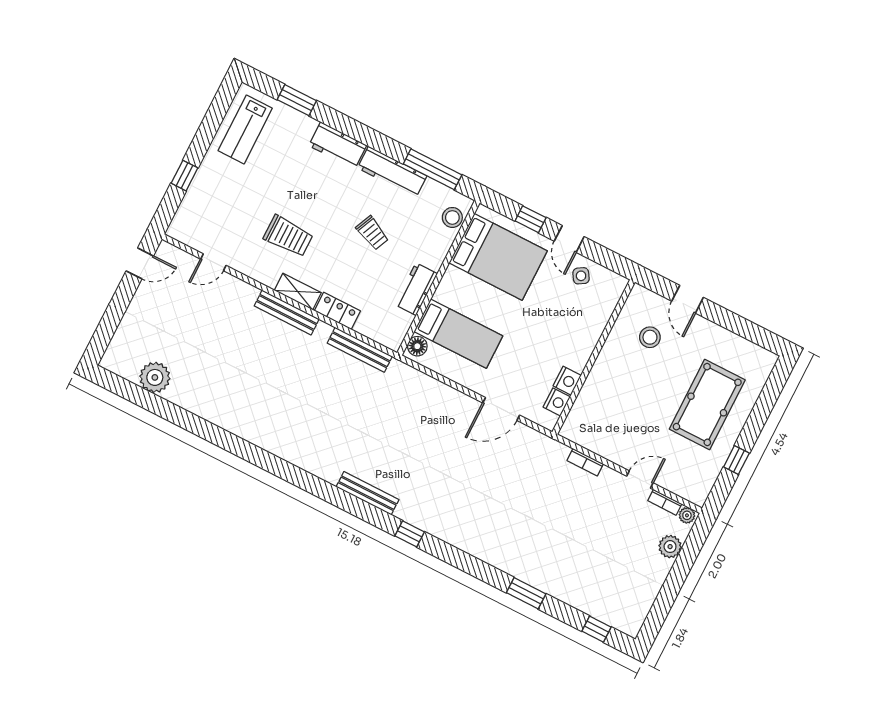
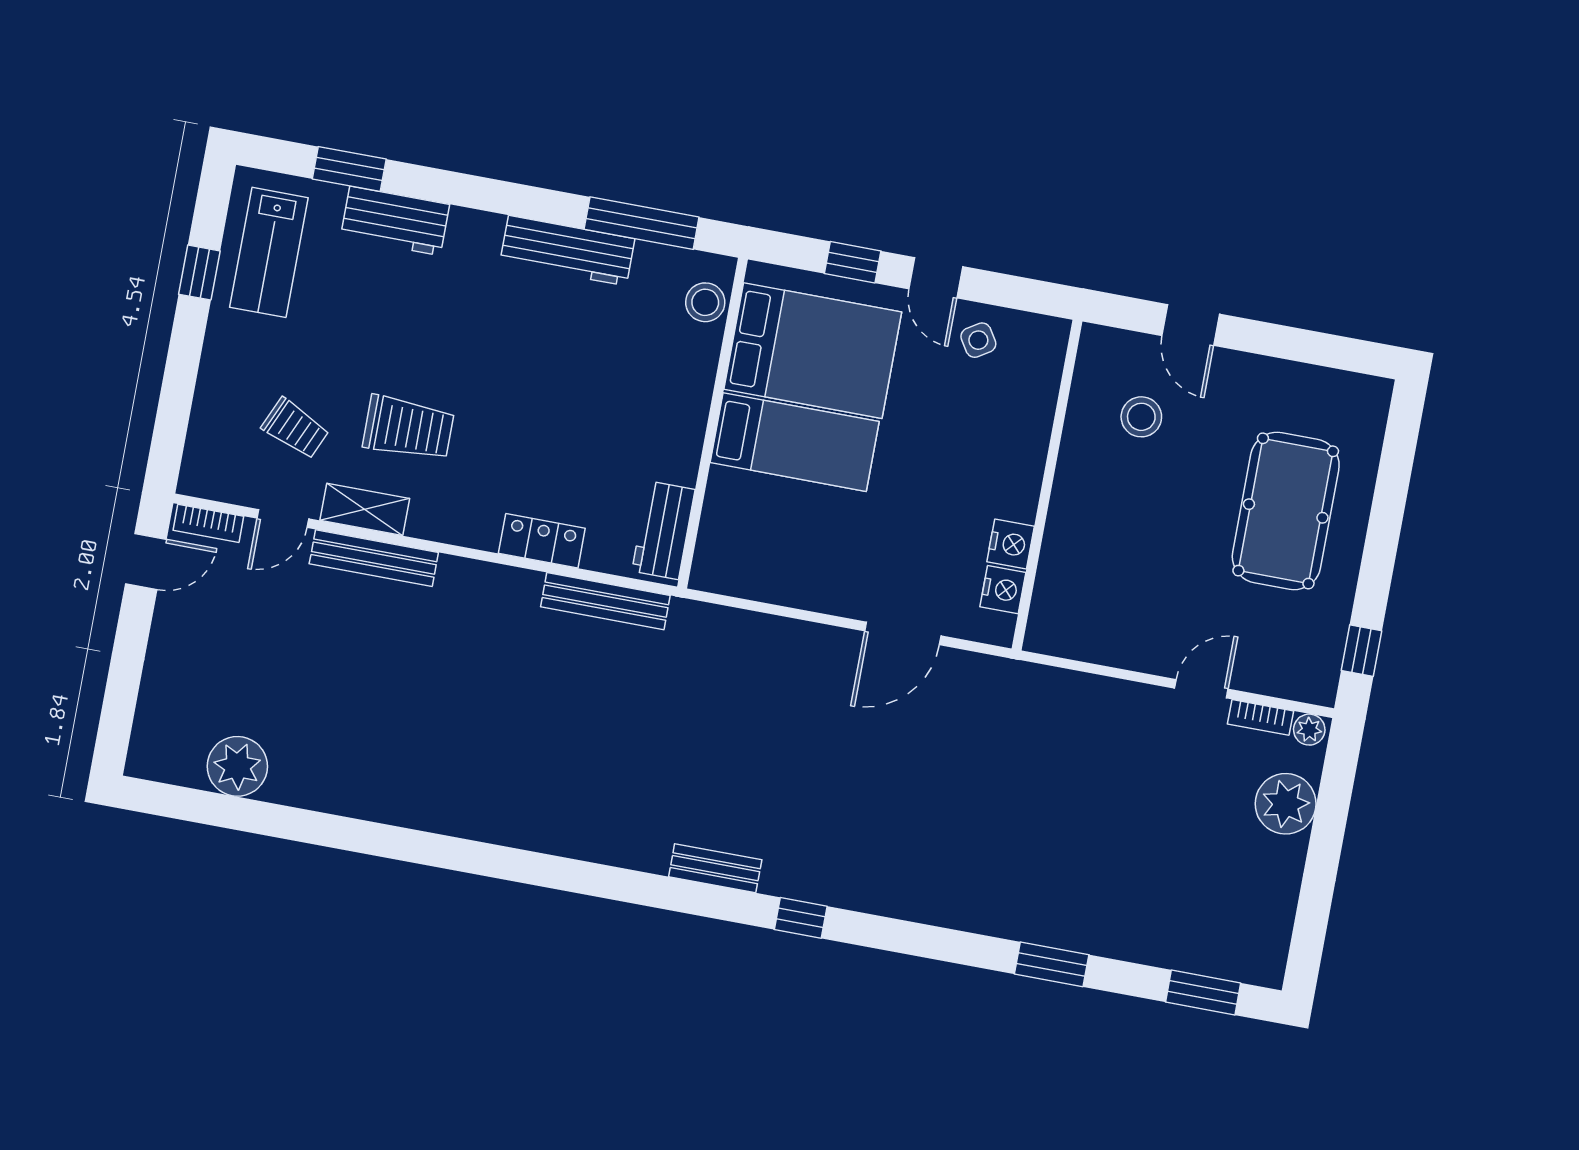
workbench: (338, 145) -> (395, 221), moved
window: (184, 176) -> (199, 273), moved
trolley: (372, 233) -> (295, 428), moved
workbench: (416, 289) -> (664, 530), moved
shelving: (298, 292) -> (365, 509), moved
bench: (287, 312) -> (374, 558), moved
bed: (458, 334) -> (795, 442), moved
floor lamp: (417, 346) -> (711, 562), removed
window: (736, 460) -> (1361, 651), moved
bookcase: (585, 462) -> (208, 523), moved
bench: (368, 493) -> (715, 868), width x0.73
plant: (670, 547) -> (1286, 804), width x1.36, depth x1.36
window: (597, 629) -> (1203, 993), width x1.50

